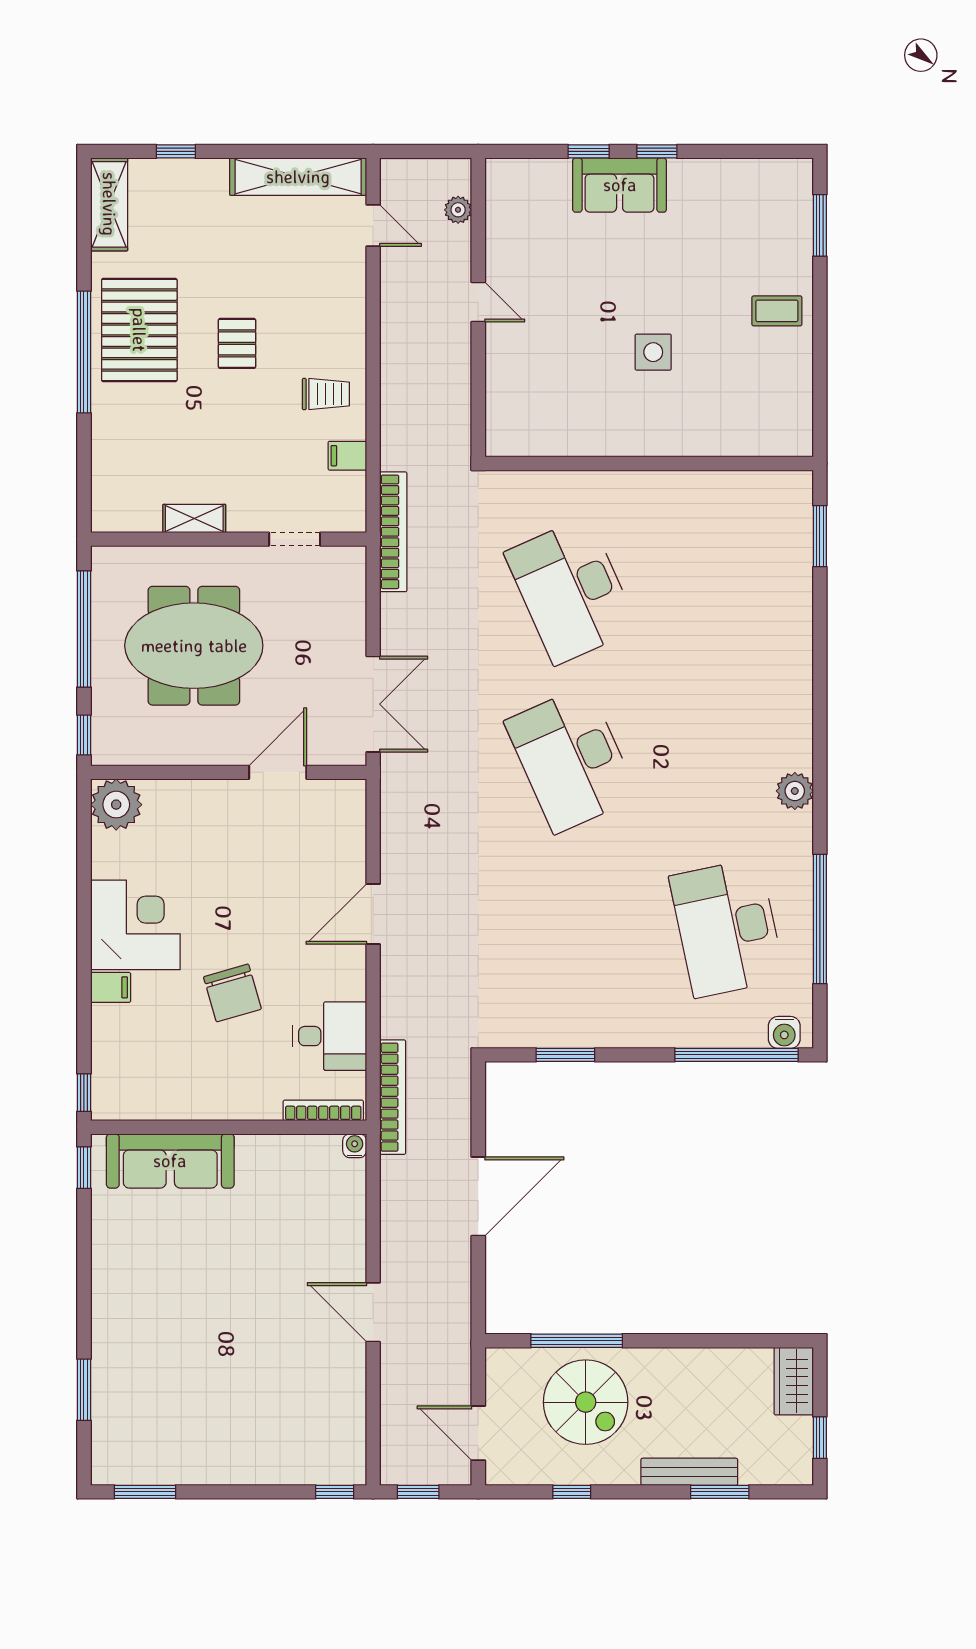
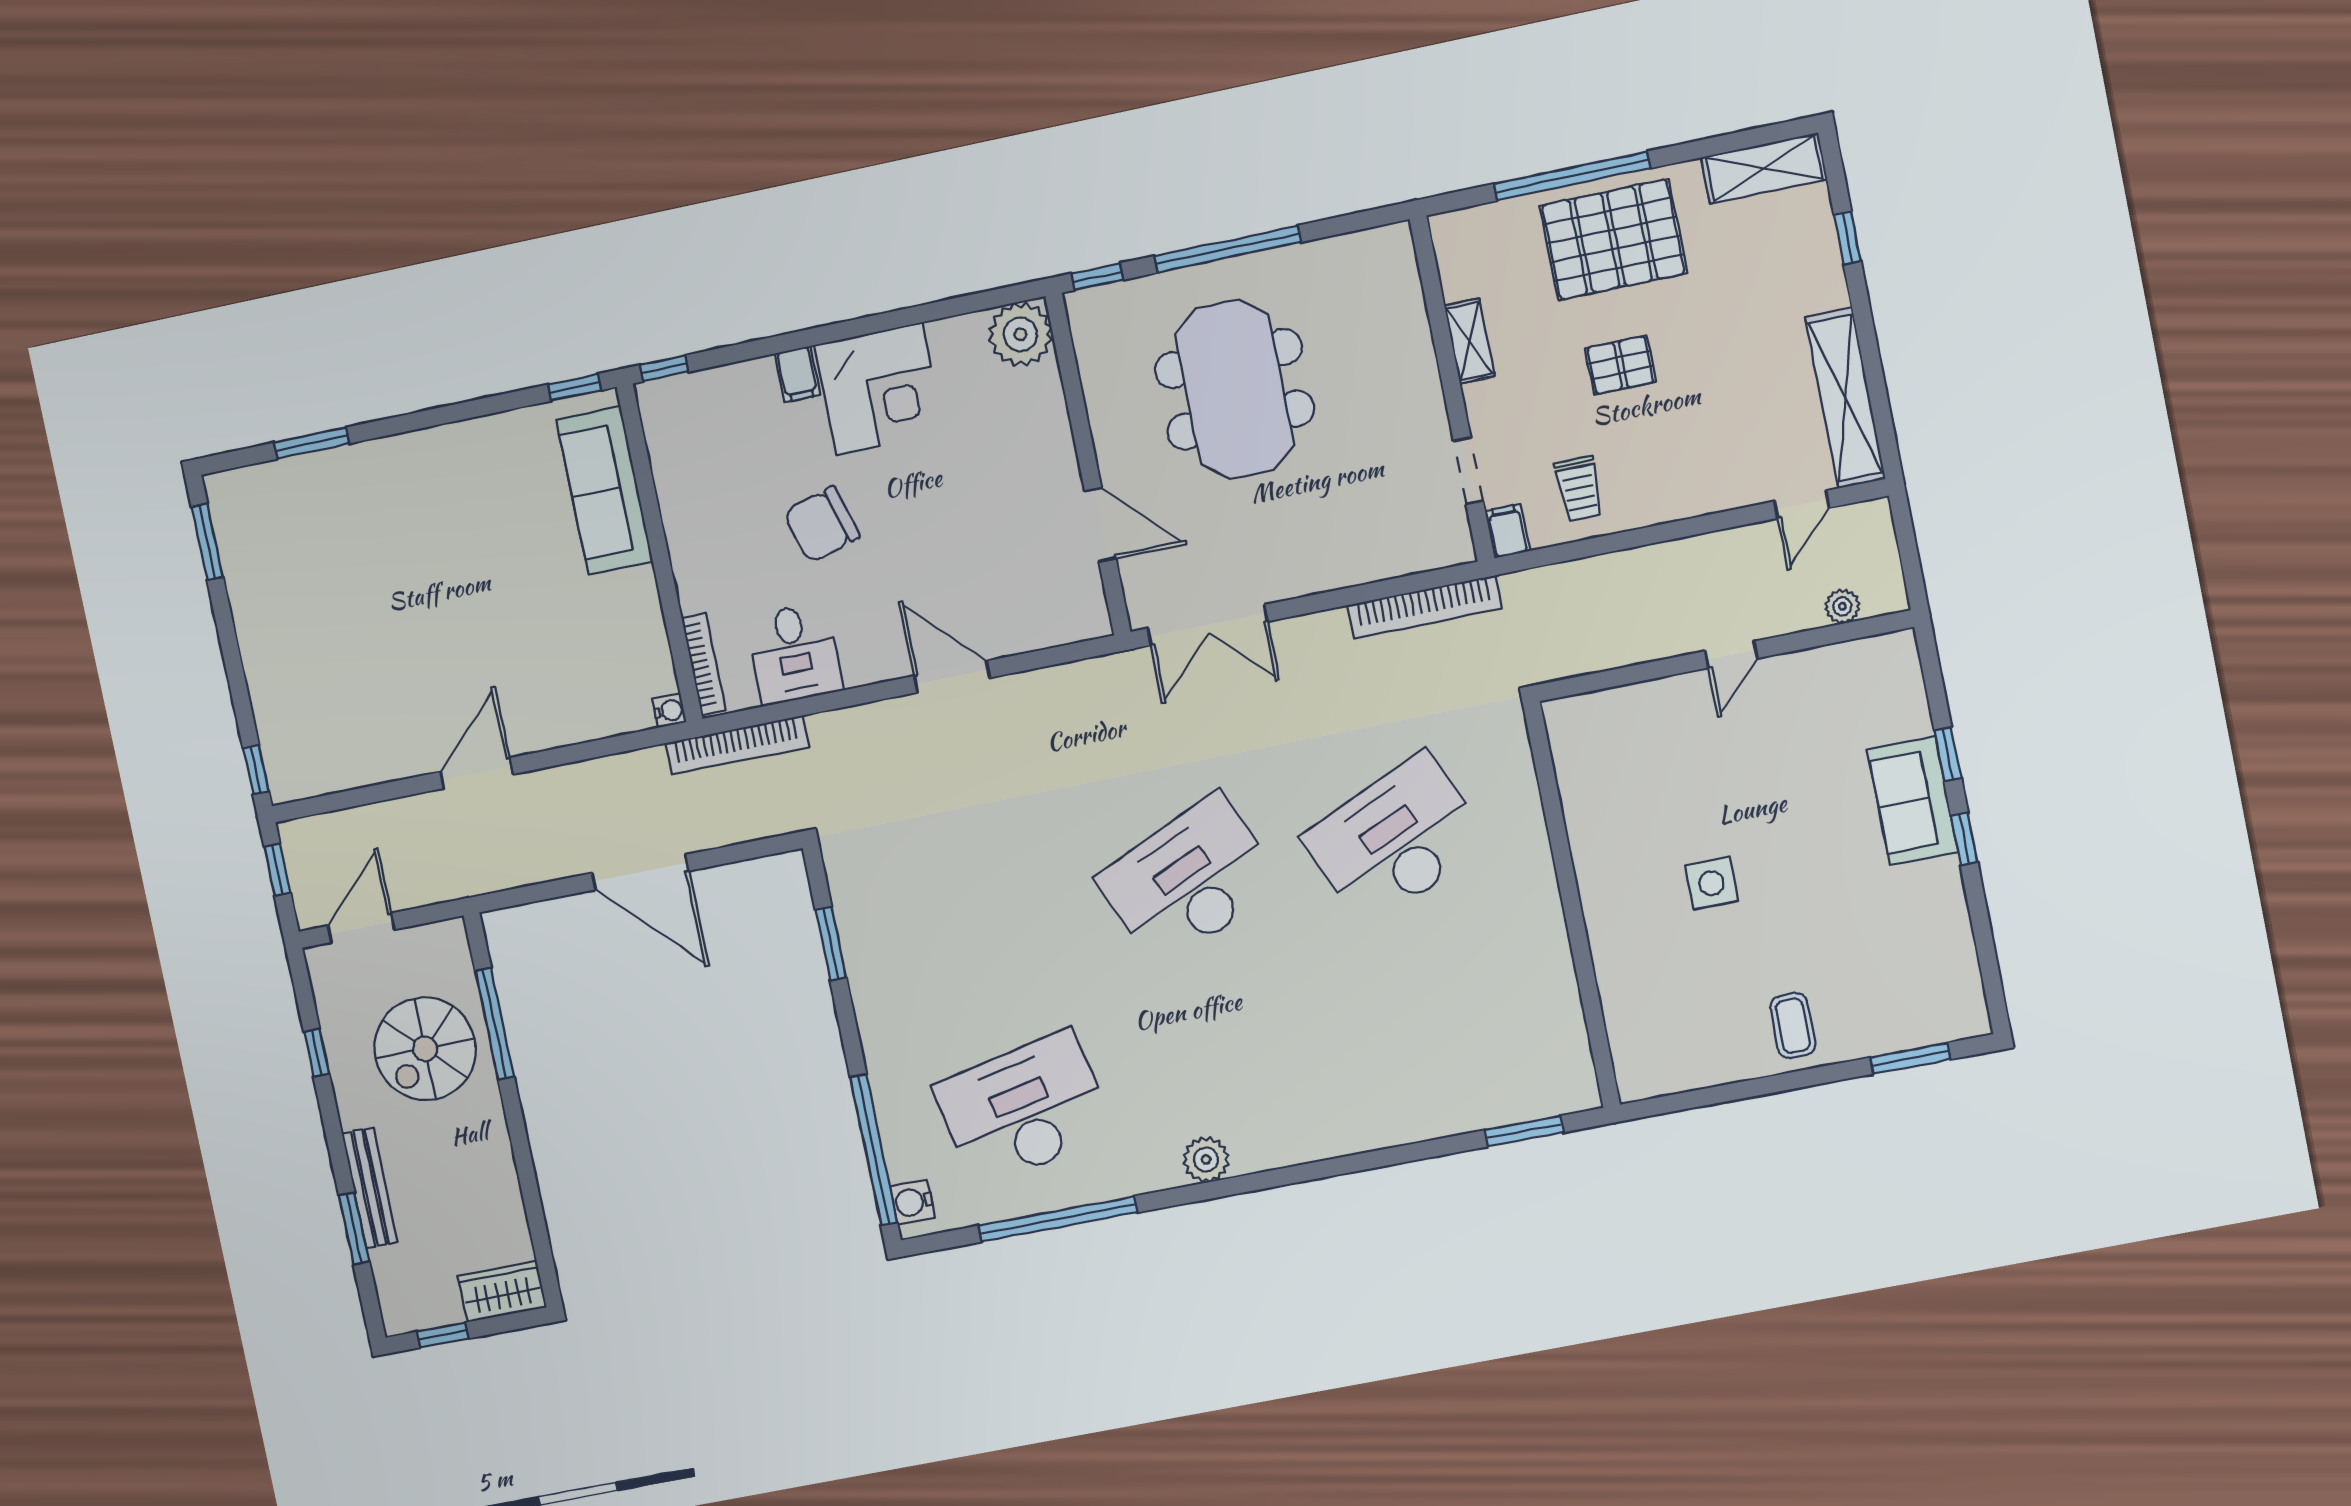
shelving: (194, 518) -> (1469, 341), moved
wall: (229, 539) -> (1452, 389), moved
doorway: (295, 539) -> (1468, 471), moved

